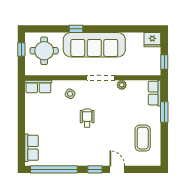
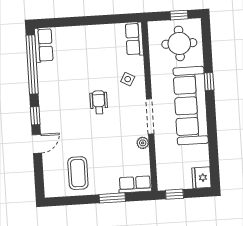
wheelchair: (87, 118) -> (99, 102), turned -90
coffee table: (143, 138) -> (78, 173), turned 90
row of seats: (32, 148) -> (44, 45), moved, turned -90

